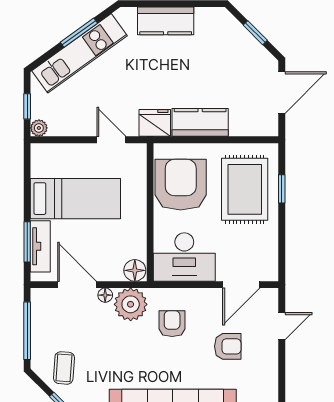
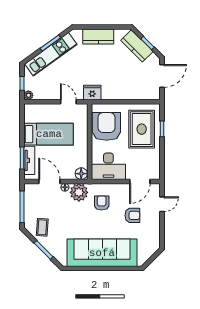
kitchen counter: (200, 122) -> (137, 46), moved, turned -135

